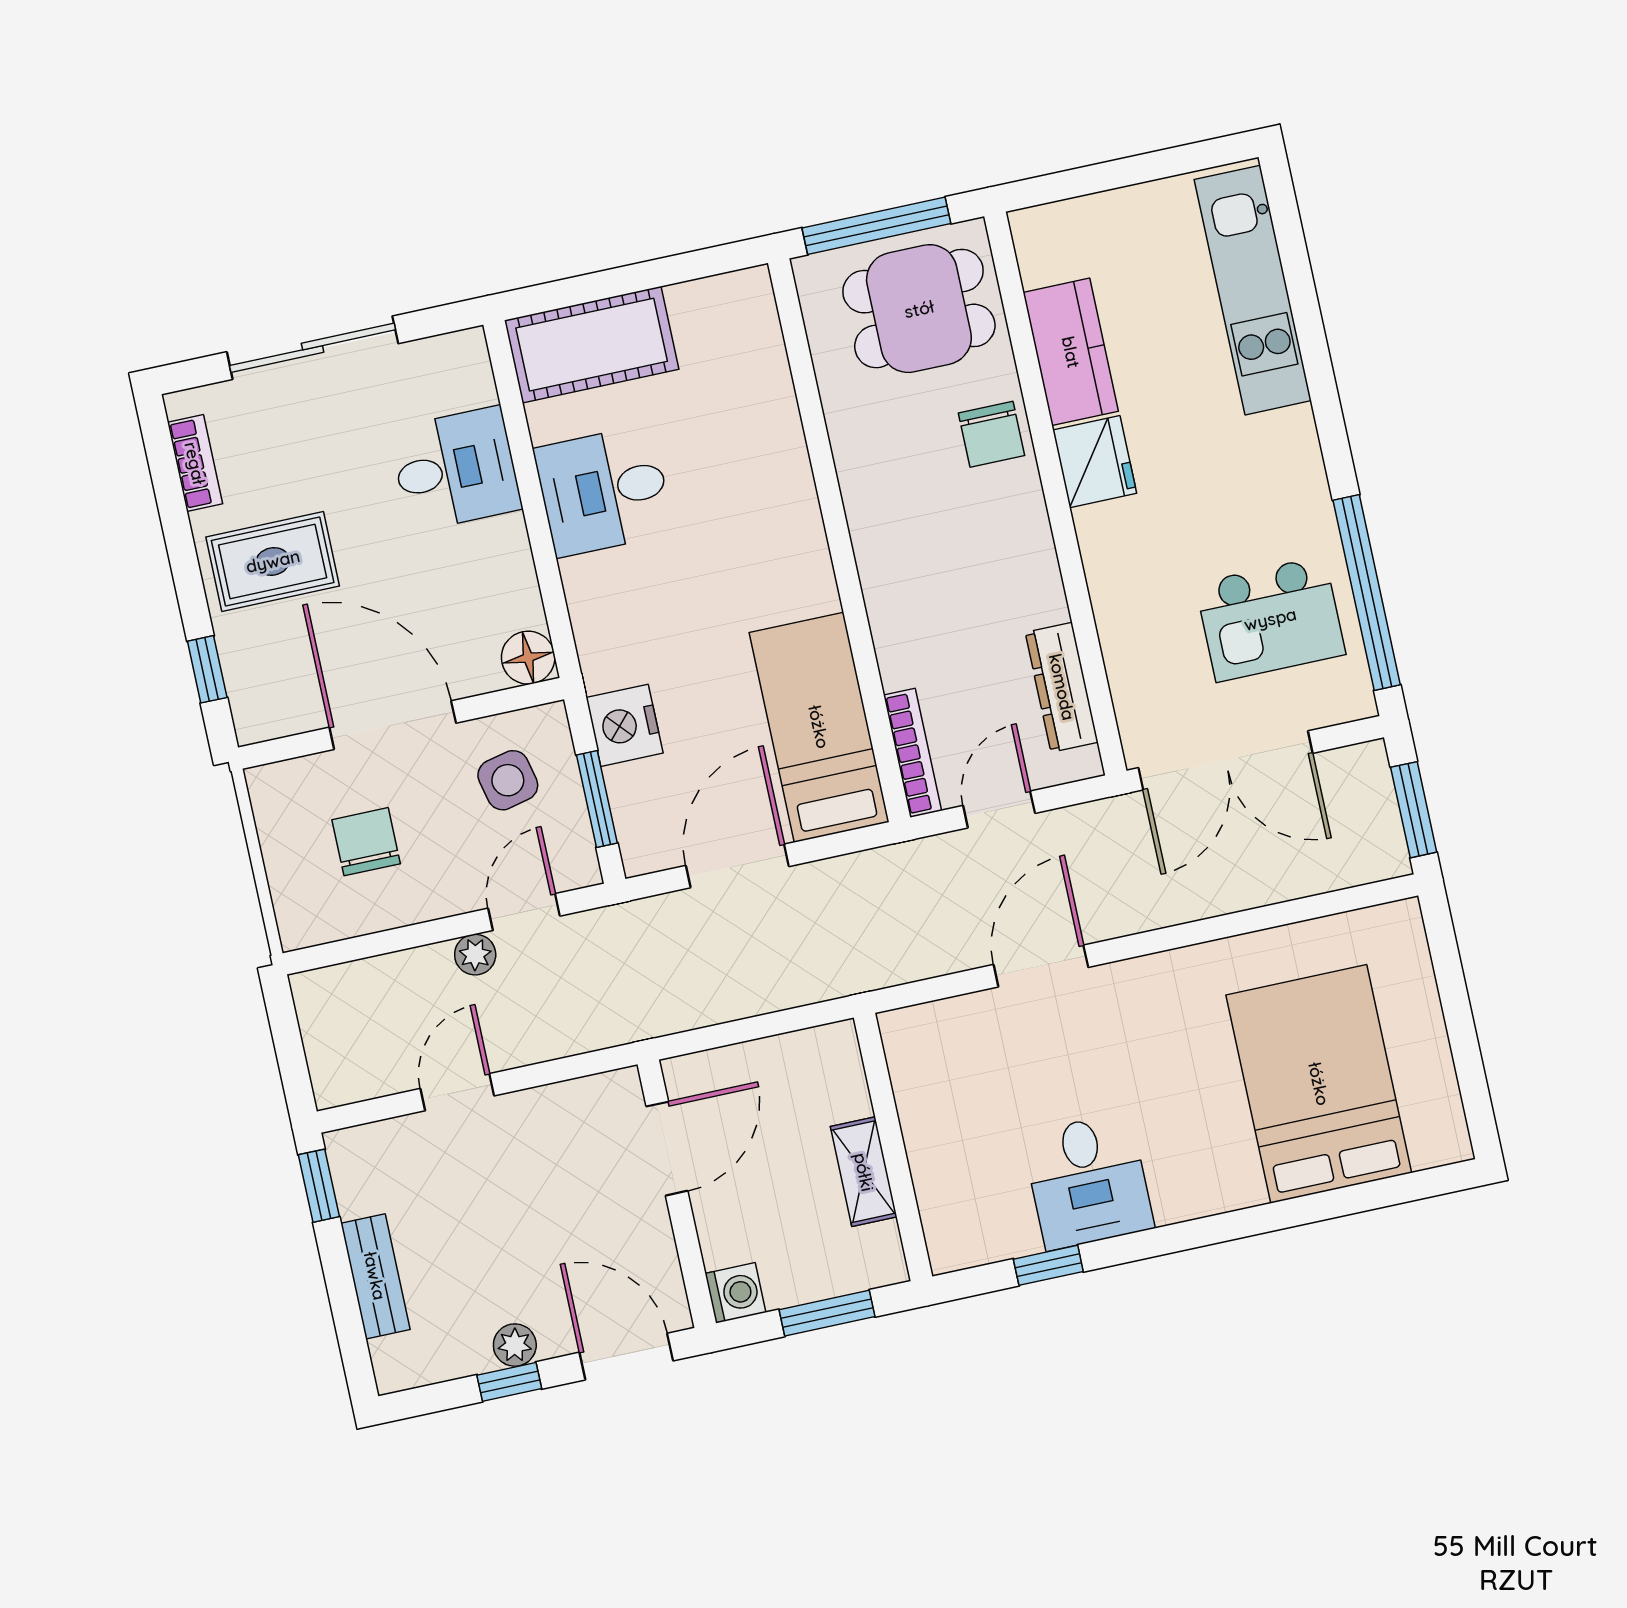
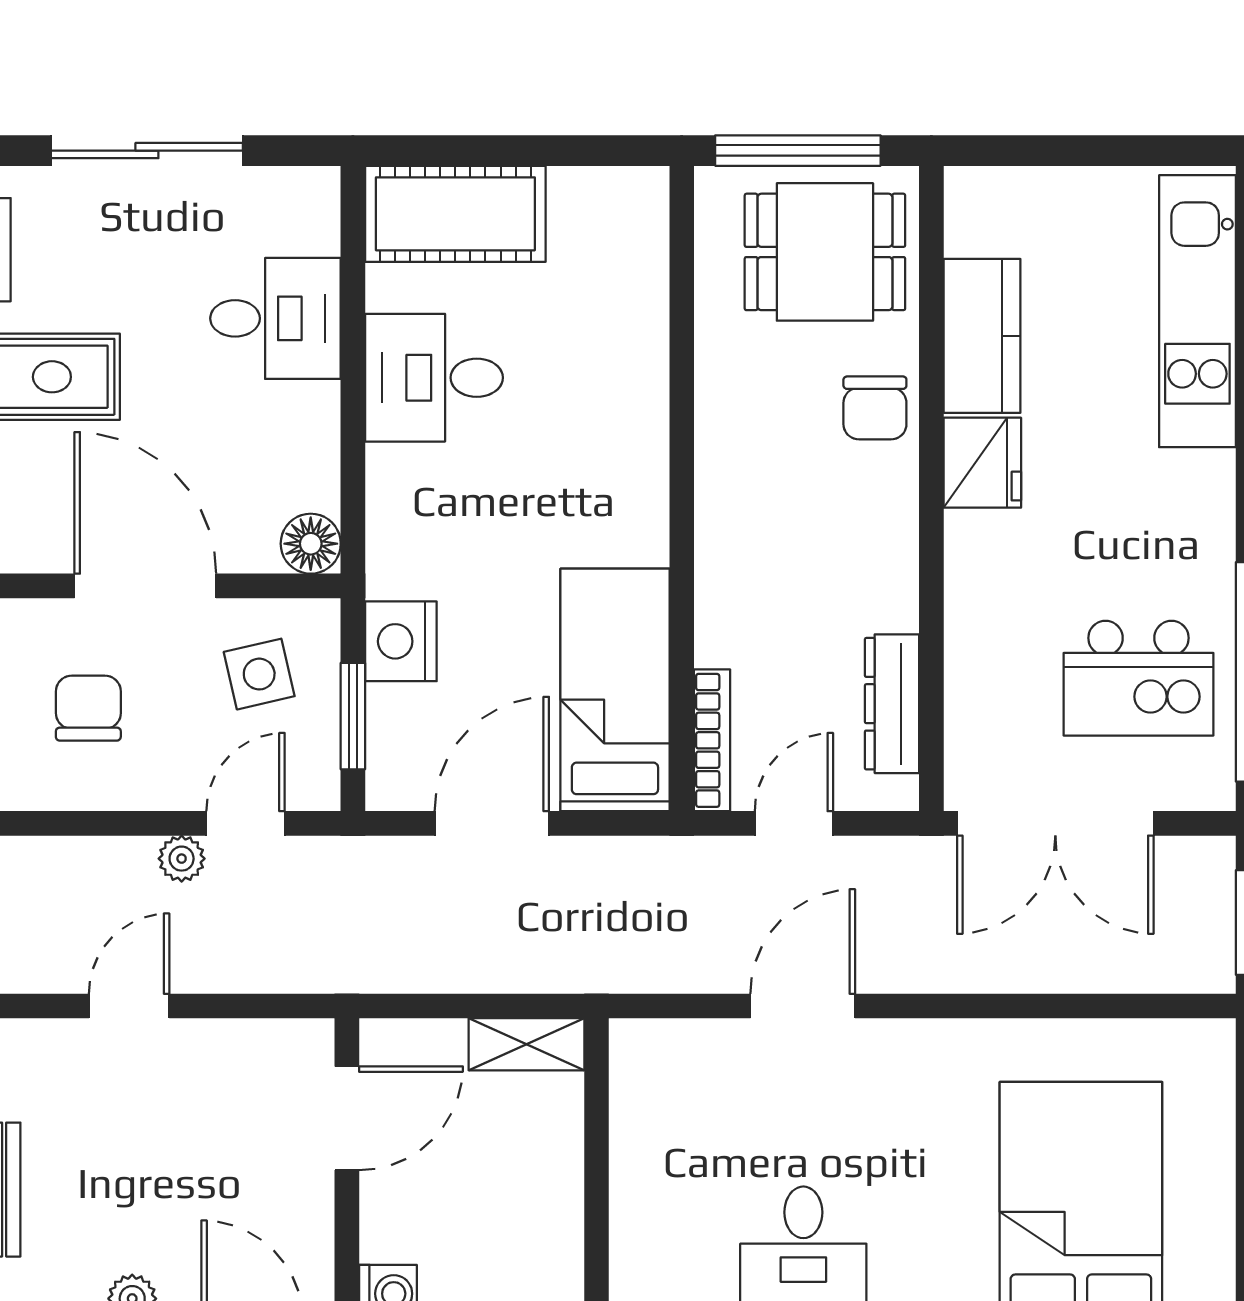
shelving: (864, 1172) -> (526, 1044), moved, turned 90

